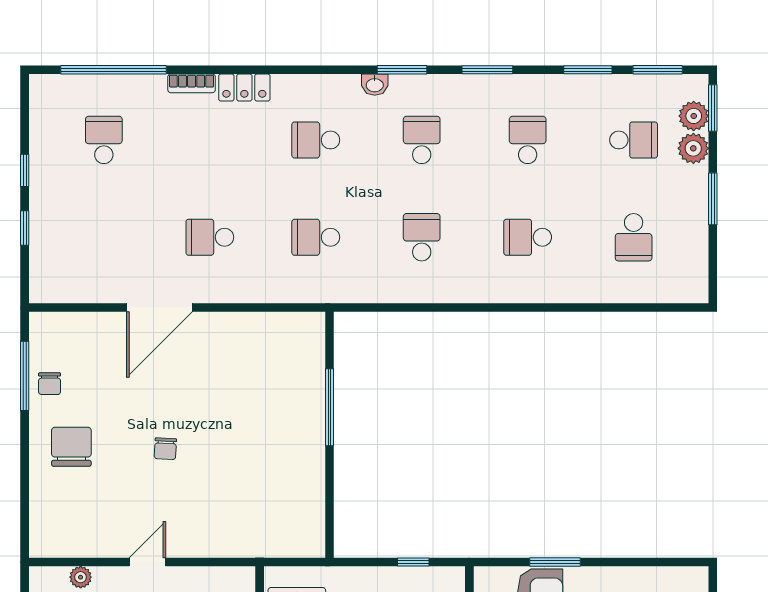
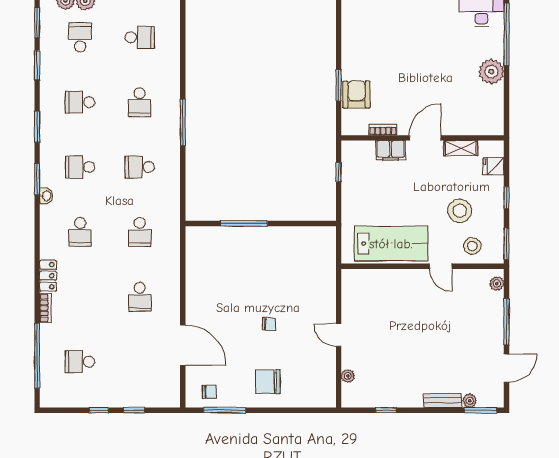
door: (159, 307) -> (183, 345), moved
window: (495, 307) -> (183, 122), added
chair: (50, 384) -> (209, 392), moved

